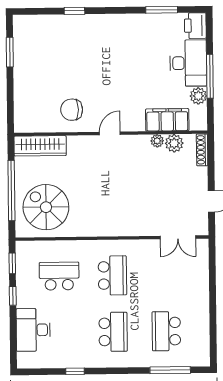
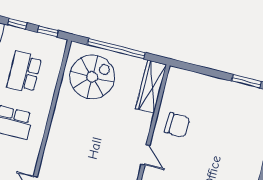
chair: (72, 110) -> (177, 125), turned 92
school desk: (59, 276) -> (24, 72), turned 180

